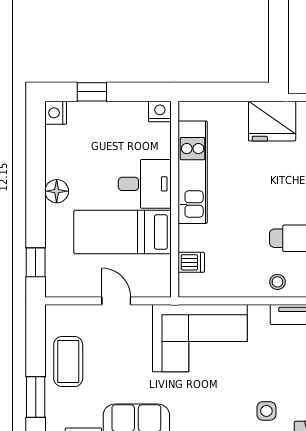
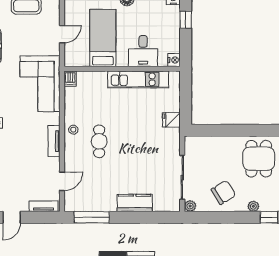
fridge: (272, 121) -> (171, 120), width x0.53, depth x0.75
desk: (145, 184) -> (143, 51), moved
dishwasher: (191, 262) -> (70, 79), moved

